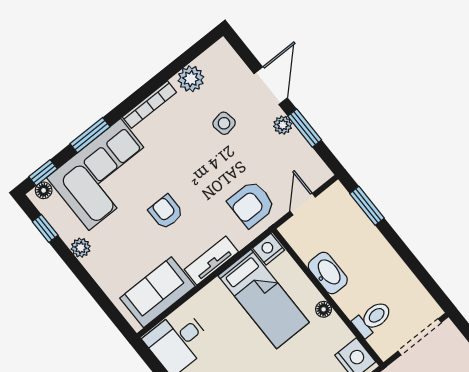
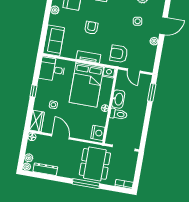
window: (305, 128) -> (159, 49), removed
door: (303, 204) -> (134, 71), swing flipped
sofa: (157, 292) -> (54, 41), moved, turned 90
bed: (264, 299) -> (86, 85), width x1.50
toilet: (372, 319) -> (118, 114), moved

